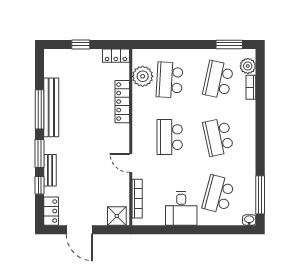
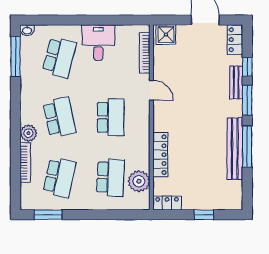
plant: (248, 66) -> (28, 133), moved
bookcase: (251, 87) -> (25, 163), width x1.56

